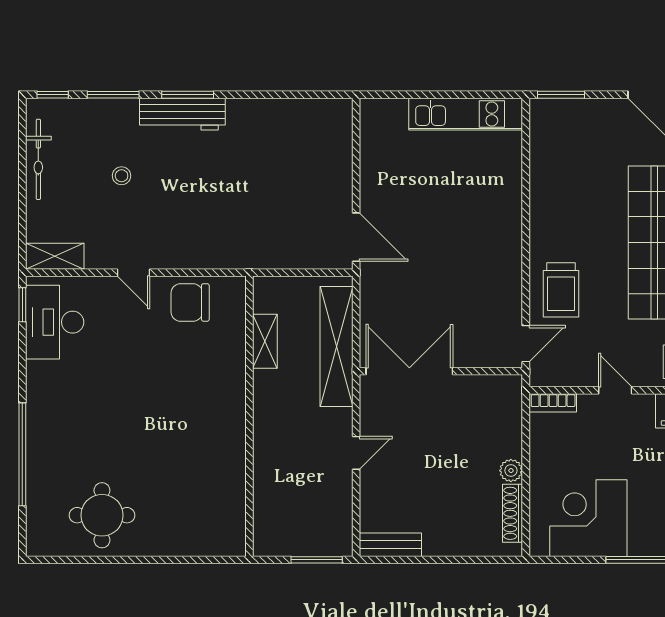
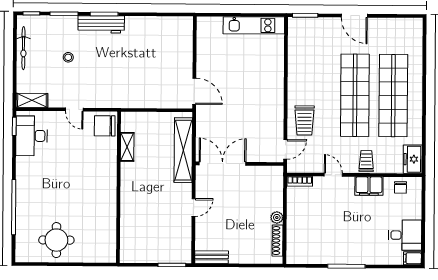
shelving: (265, 341) -> (127, 147), moved
wall: (249, 416) -> (118, 187), moved
corner desk: (588, 518) -> (318, 243), removed

